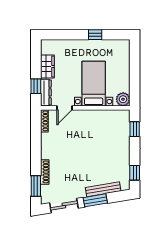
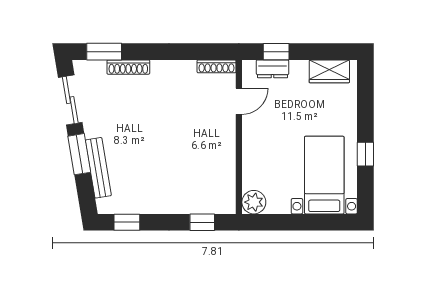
wardrobe: (47, 67) -> (329, 71), moved
bed with nightstands: (94, 84) -> (324, 175), moved, turned -90
dresser: (46, 92) -> (273, 69), width x0.70
door: (65, 108) -> (239, 101), swing flipped

